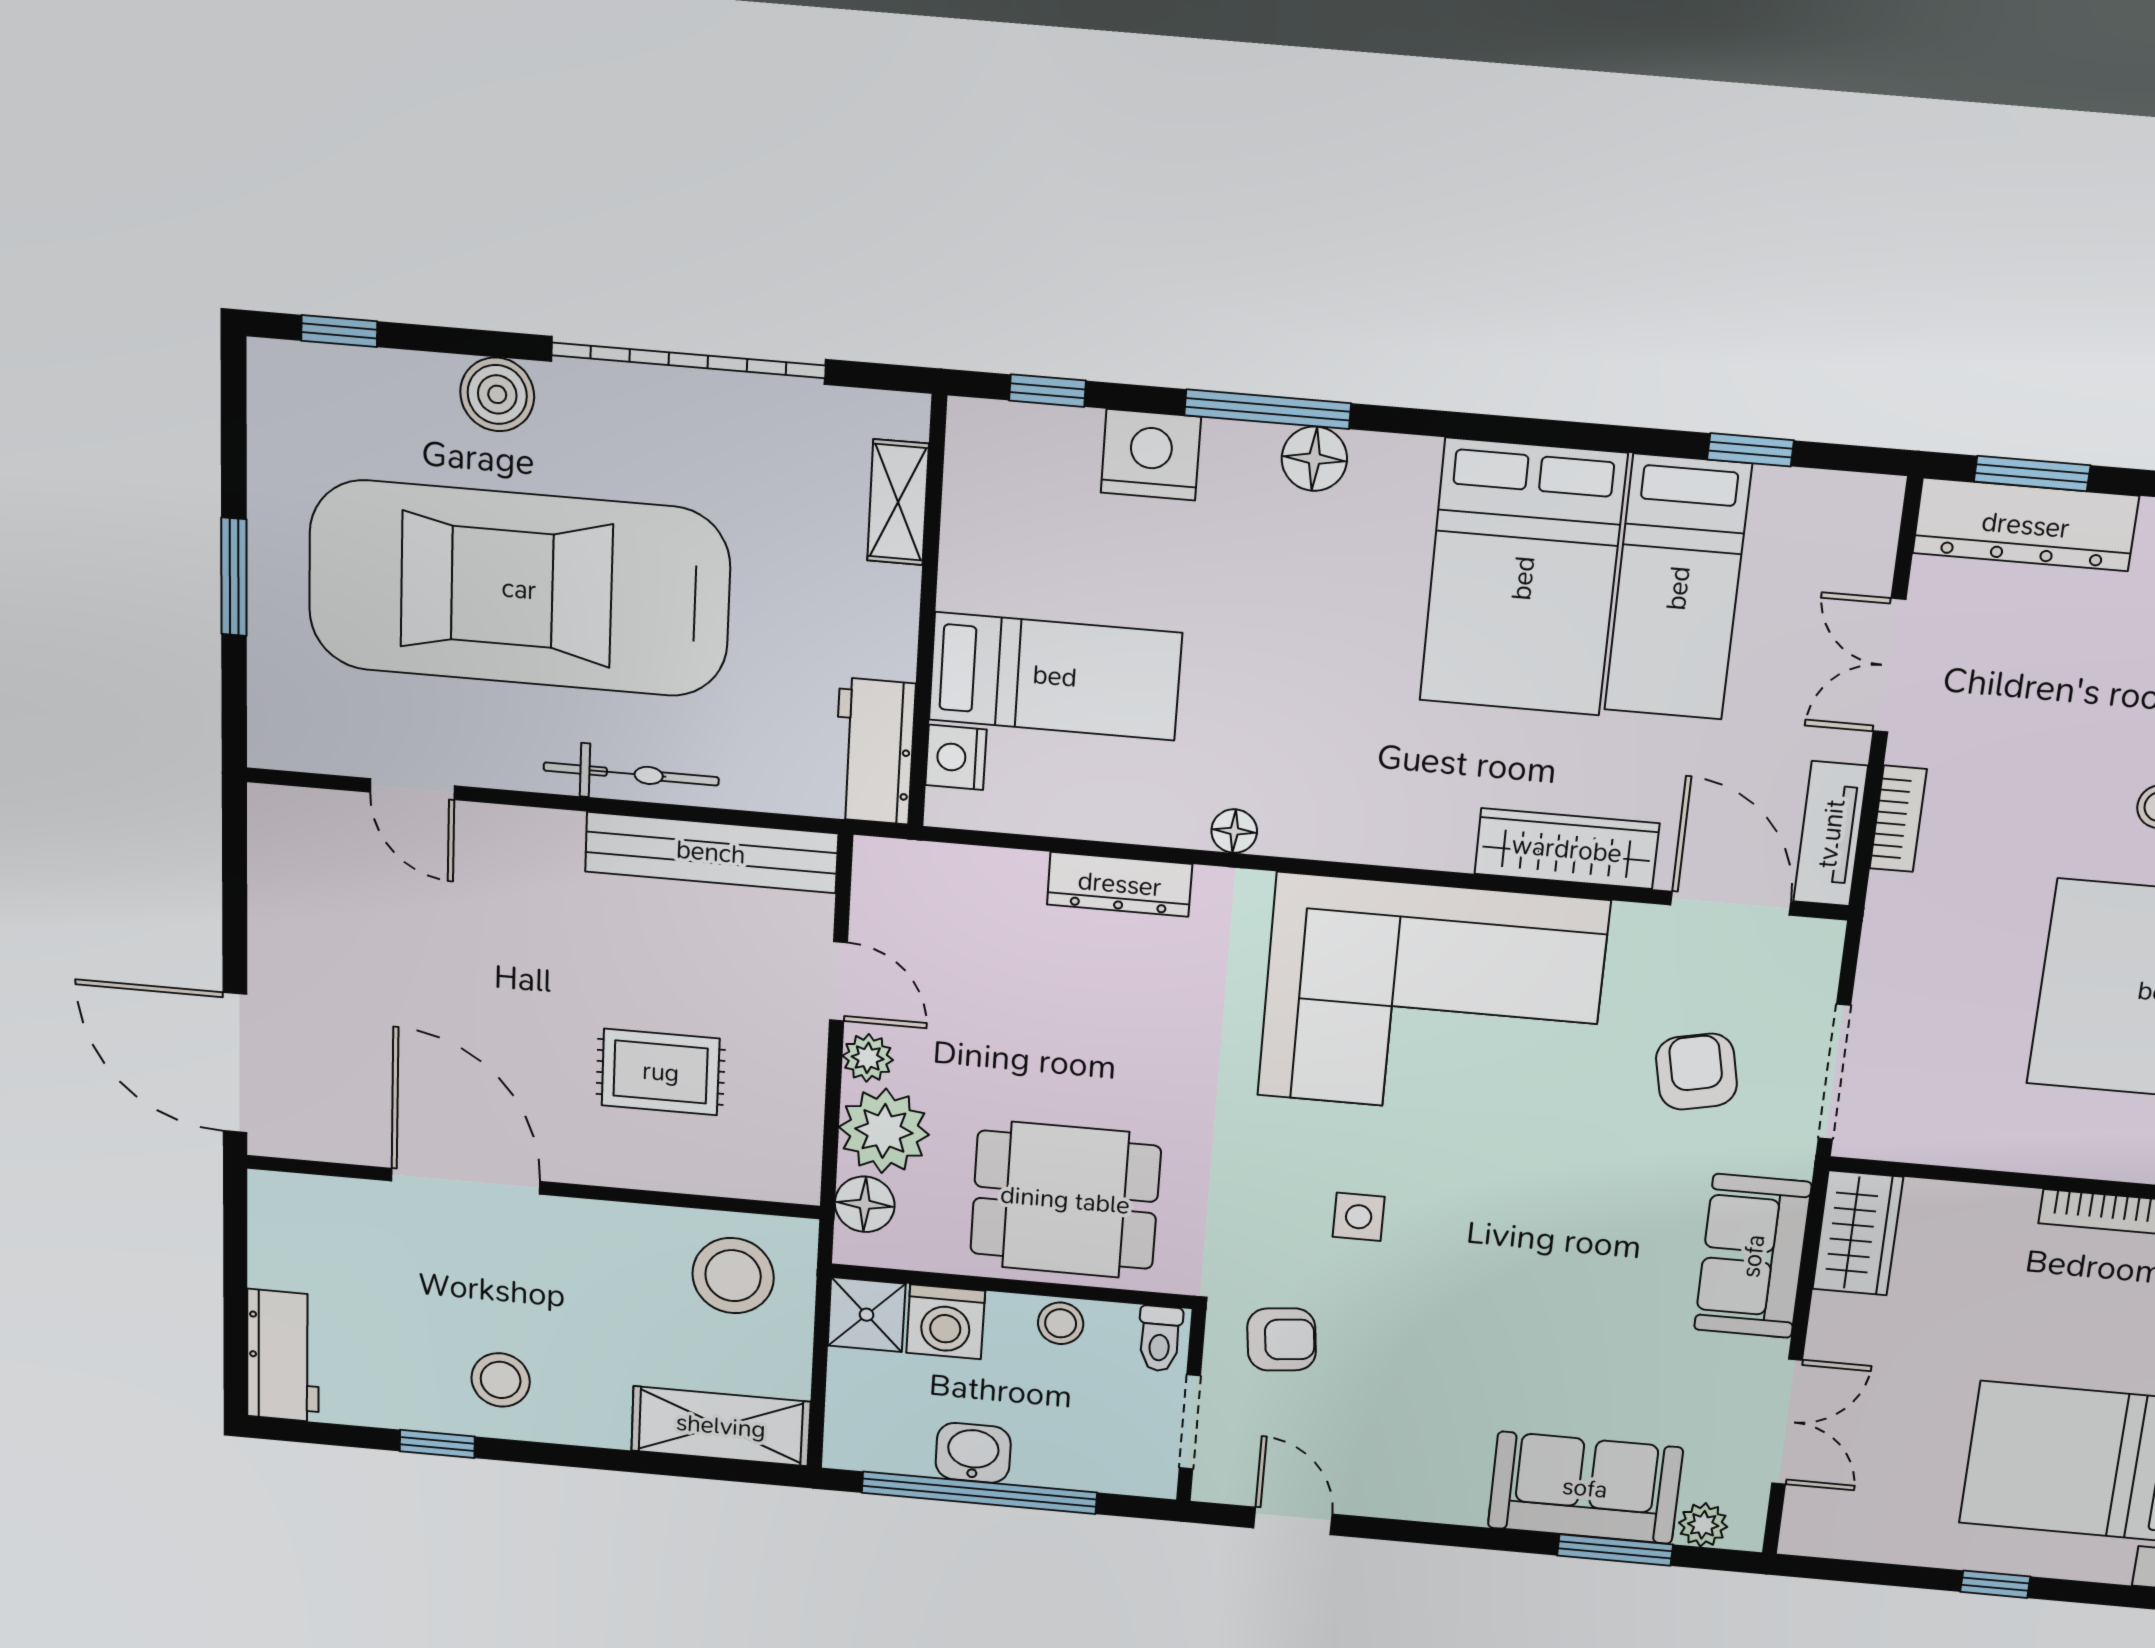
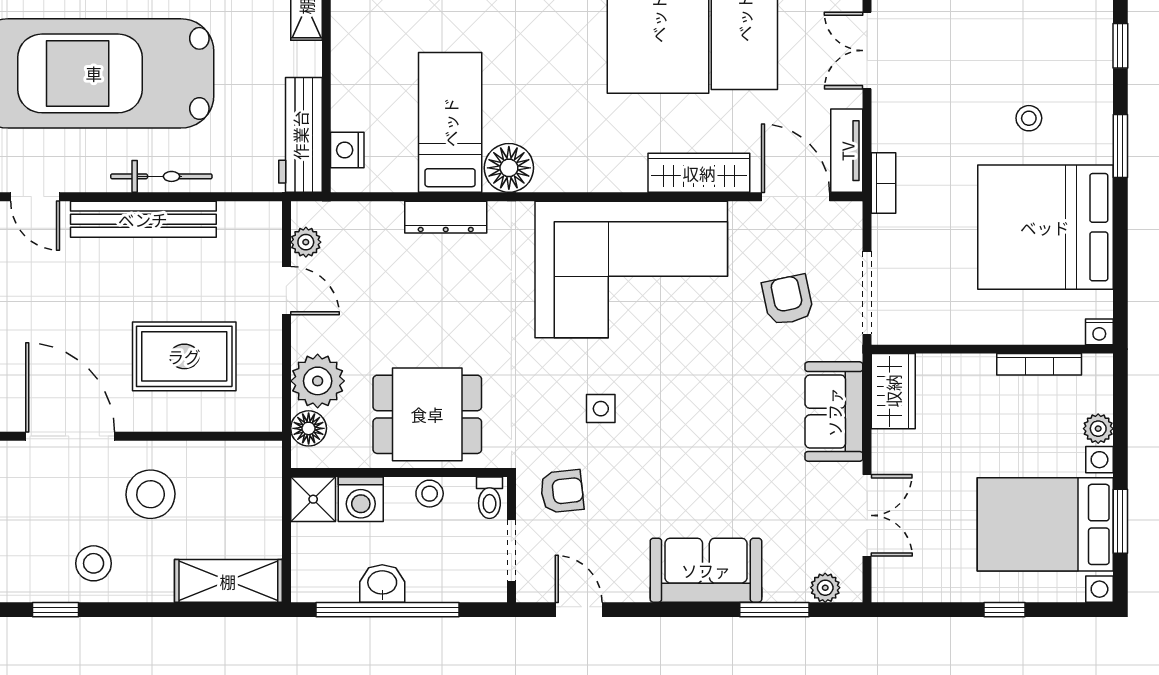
bed: (1055, 676) -> (450, 122), moved, turned -90
workbench: (874, 751) -> (300, 135), width x1.38
bookcase: (1898, 819) -> (884, 183), moved
floor lamp: (1234, 831) -> (509, 168), width x1.89, depth x1.89
bench: (711, 852) -> (143, 219), moved
plant: (868, 1058) -> (306, 242), moved
rug: (661, 1072) -> (184, 356), width x1.36, depth x1.43
stool: (733, 1276) -> (151, 494), moved
sofa: (1585, 1488) -> (706, 570), moved

